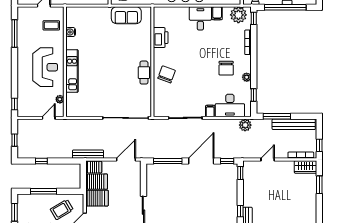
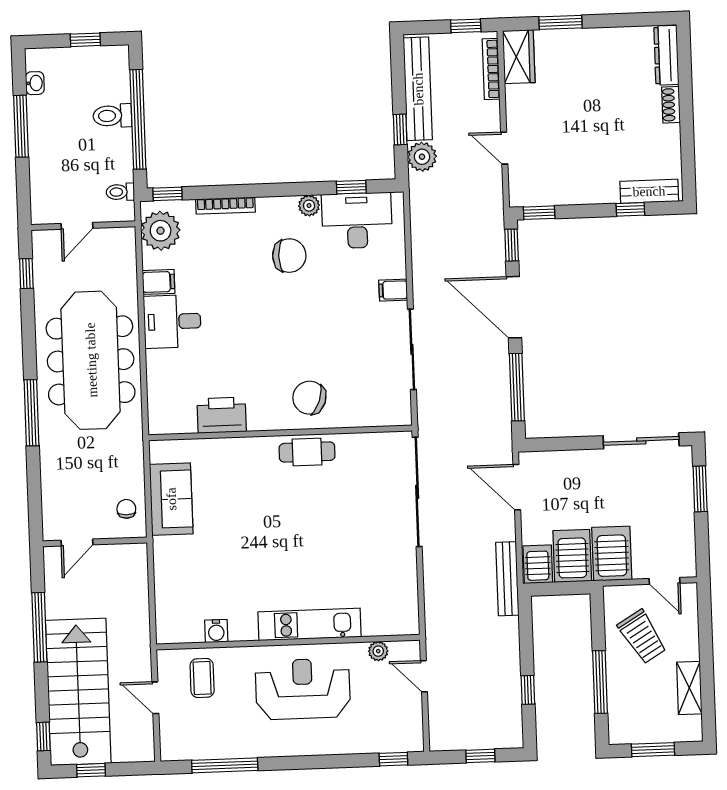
desk: (230, 105) -> (357, 221), moved, turned -90
window: (277, 116) -> (400, 130), width x0.46
plant: (245, 125) -> (422, 157), moved

